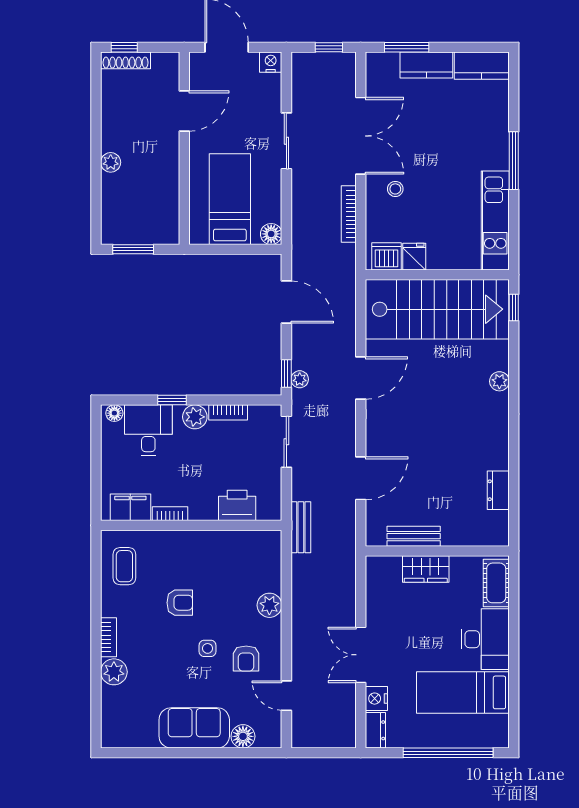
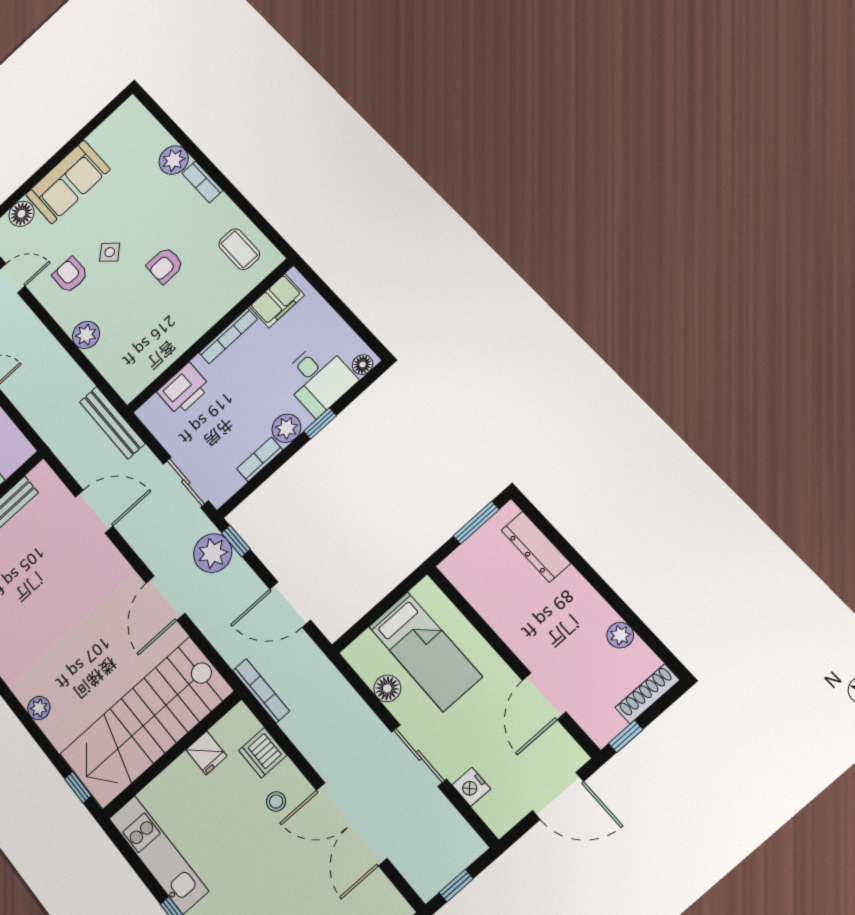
window: (124, 47) -> (626, 736), moved
nightstand: (271, 62) -> (471, 787), moved, turned 90
plant: (111, 162) -> (620, 635), moved
dresser: (112, 203) -> (536, 547), added
bookcase: (349, 214) -> (261, 691), moved
floor lamp: (271, 234) -> (387, 688), moved
dishwasher: (386, 256) -> (263, 753), moved, turned 90
plant: (300, 379) -> (213, 553), width x1.88, depth x1.88
door: (361, 478) -> (94, 511), swing flipped
bookcase: (170, 514) -> (228, 336), width x1.56
bench: (301, 527) -> (112, 423), width x1.36
side table: (208, 648) -> (110, 252), turned 45

